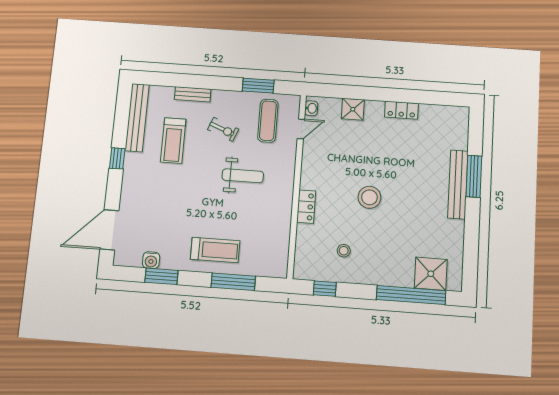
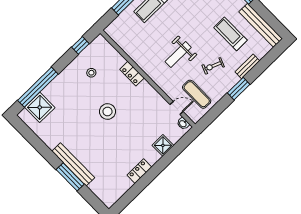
window: (258, 86) -> (239, 89), moved
door: (301, 129) -> (177, 108), swing flipped

